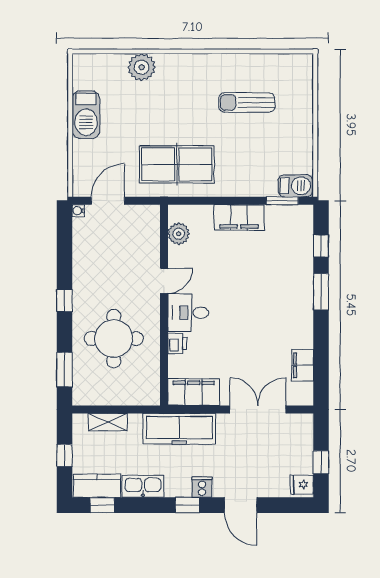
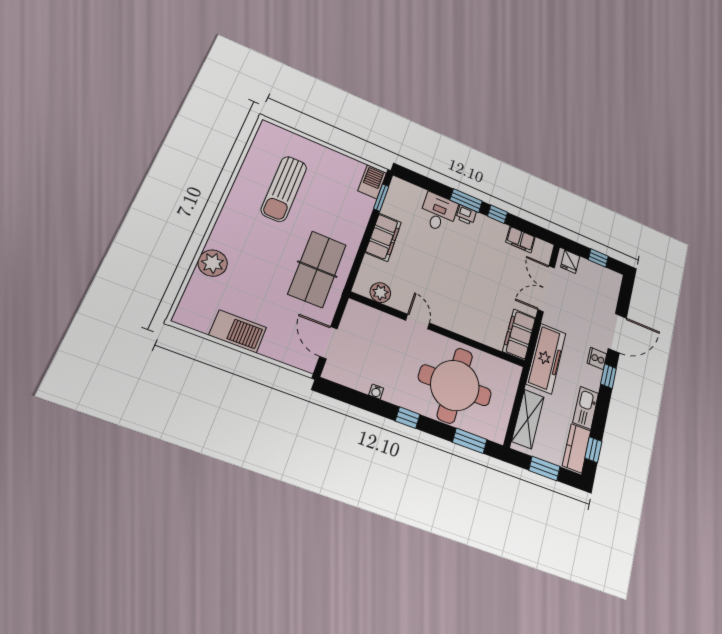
sun lounger: (247, 102) -> (284, 189), width x1.36, depth x1.34
water cooler: (78, 211) -> (376, 392), moved
window: (321, 246) -> (498, 214), moved
desk: (188, 313) -> (439, 213), moved, turned 180
round table: (114, 339) -> (455, 385), width x1.36, depth x1.36
printer: (177, 343) -> (466, 215), moved, turned 180
shelving: (108, 422) -> (528, 419), width x1.50, depth x1.33
window: (64, 455) -> (544, 468), width x1.50
fridge: (302, 485) -> (570, 262), moved
door: (241, 505) -> (617, 333), width x1.36

